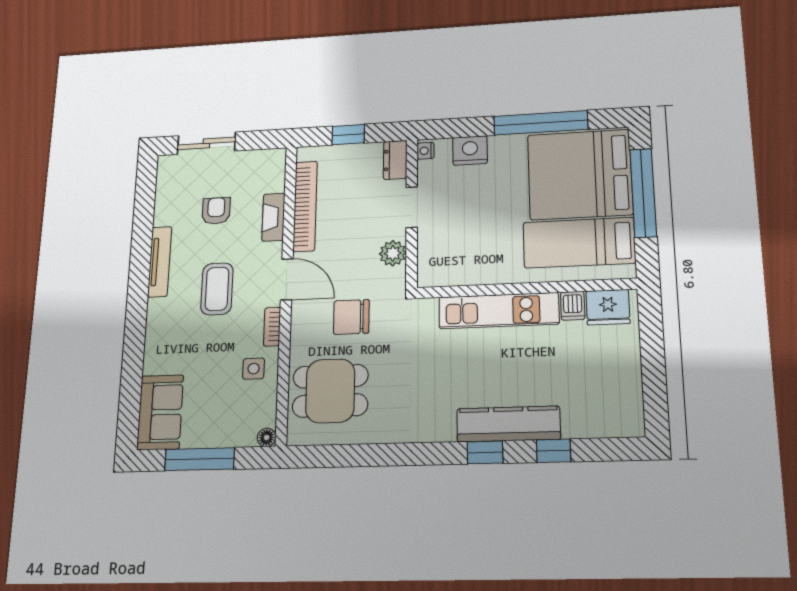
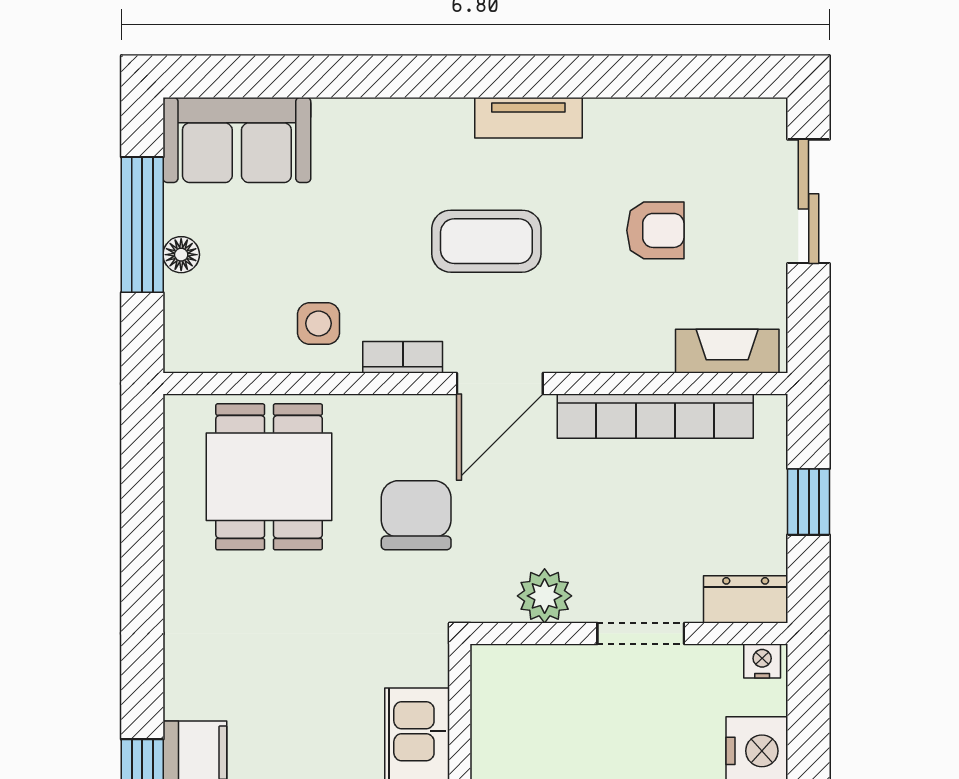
fireplace: (273, 217) -> (727, 351), moved
tv unit: (160, 262) -> (528, 118), width x0.71
floor lamp: (267, 437) -> (181, 255), moved

